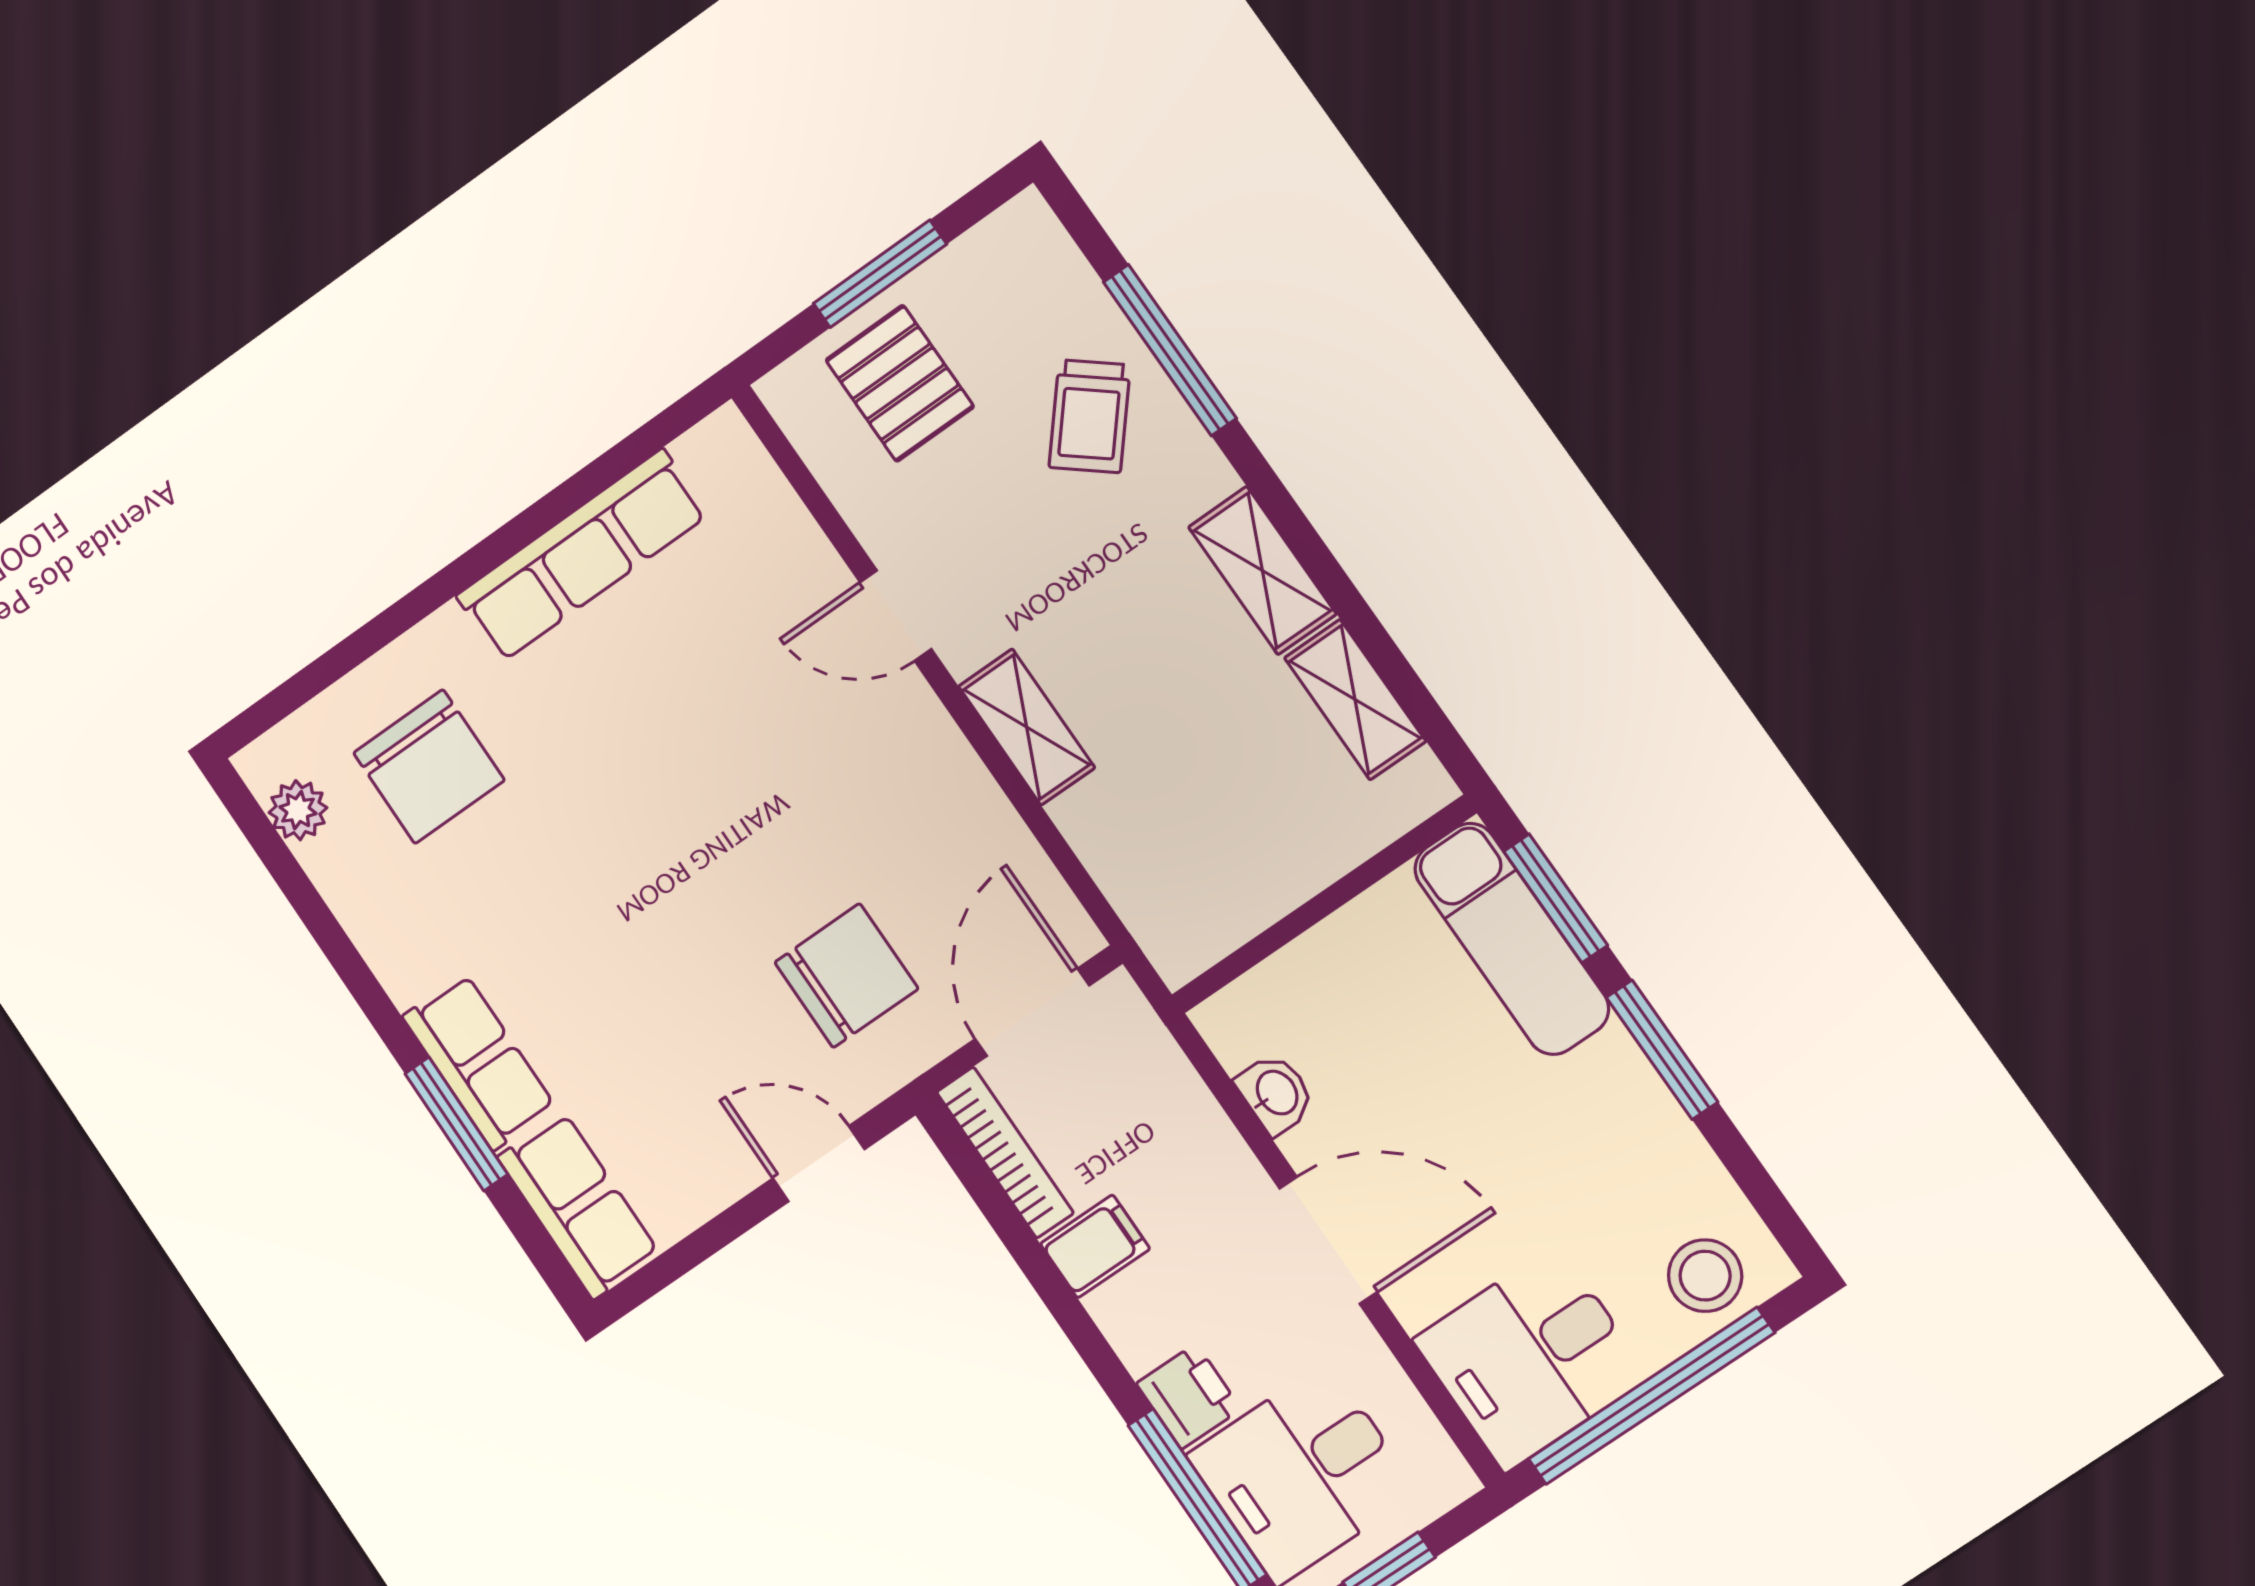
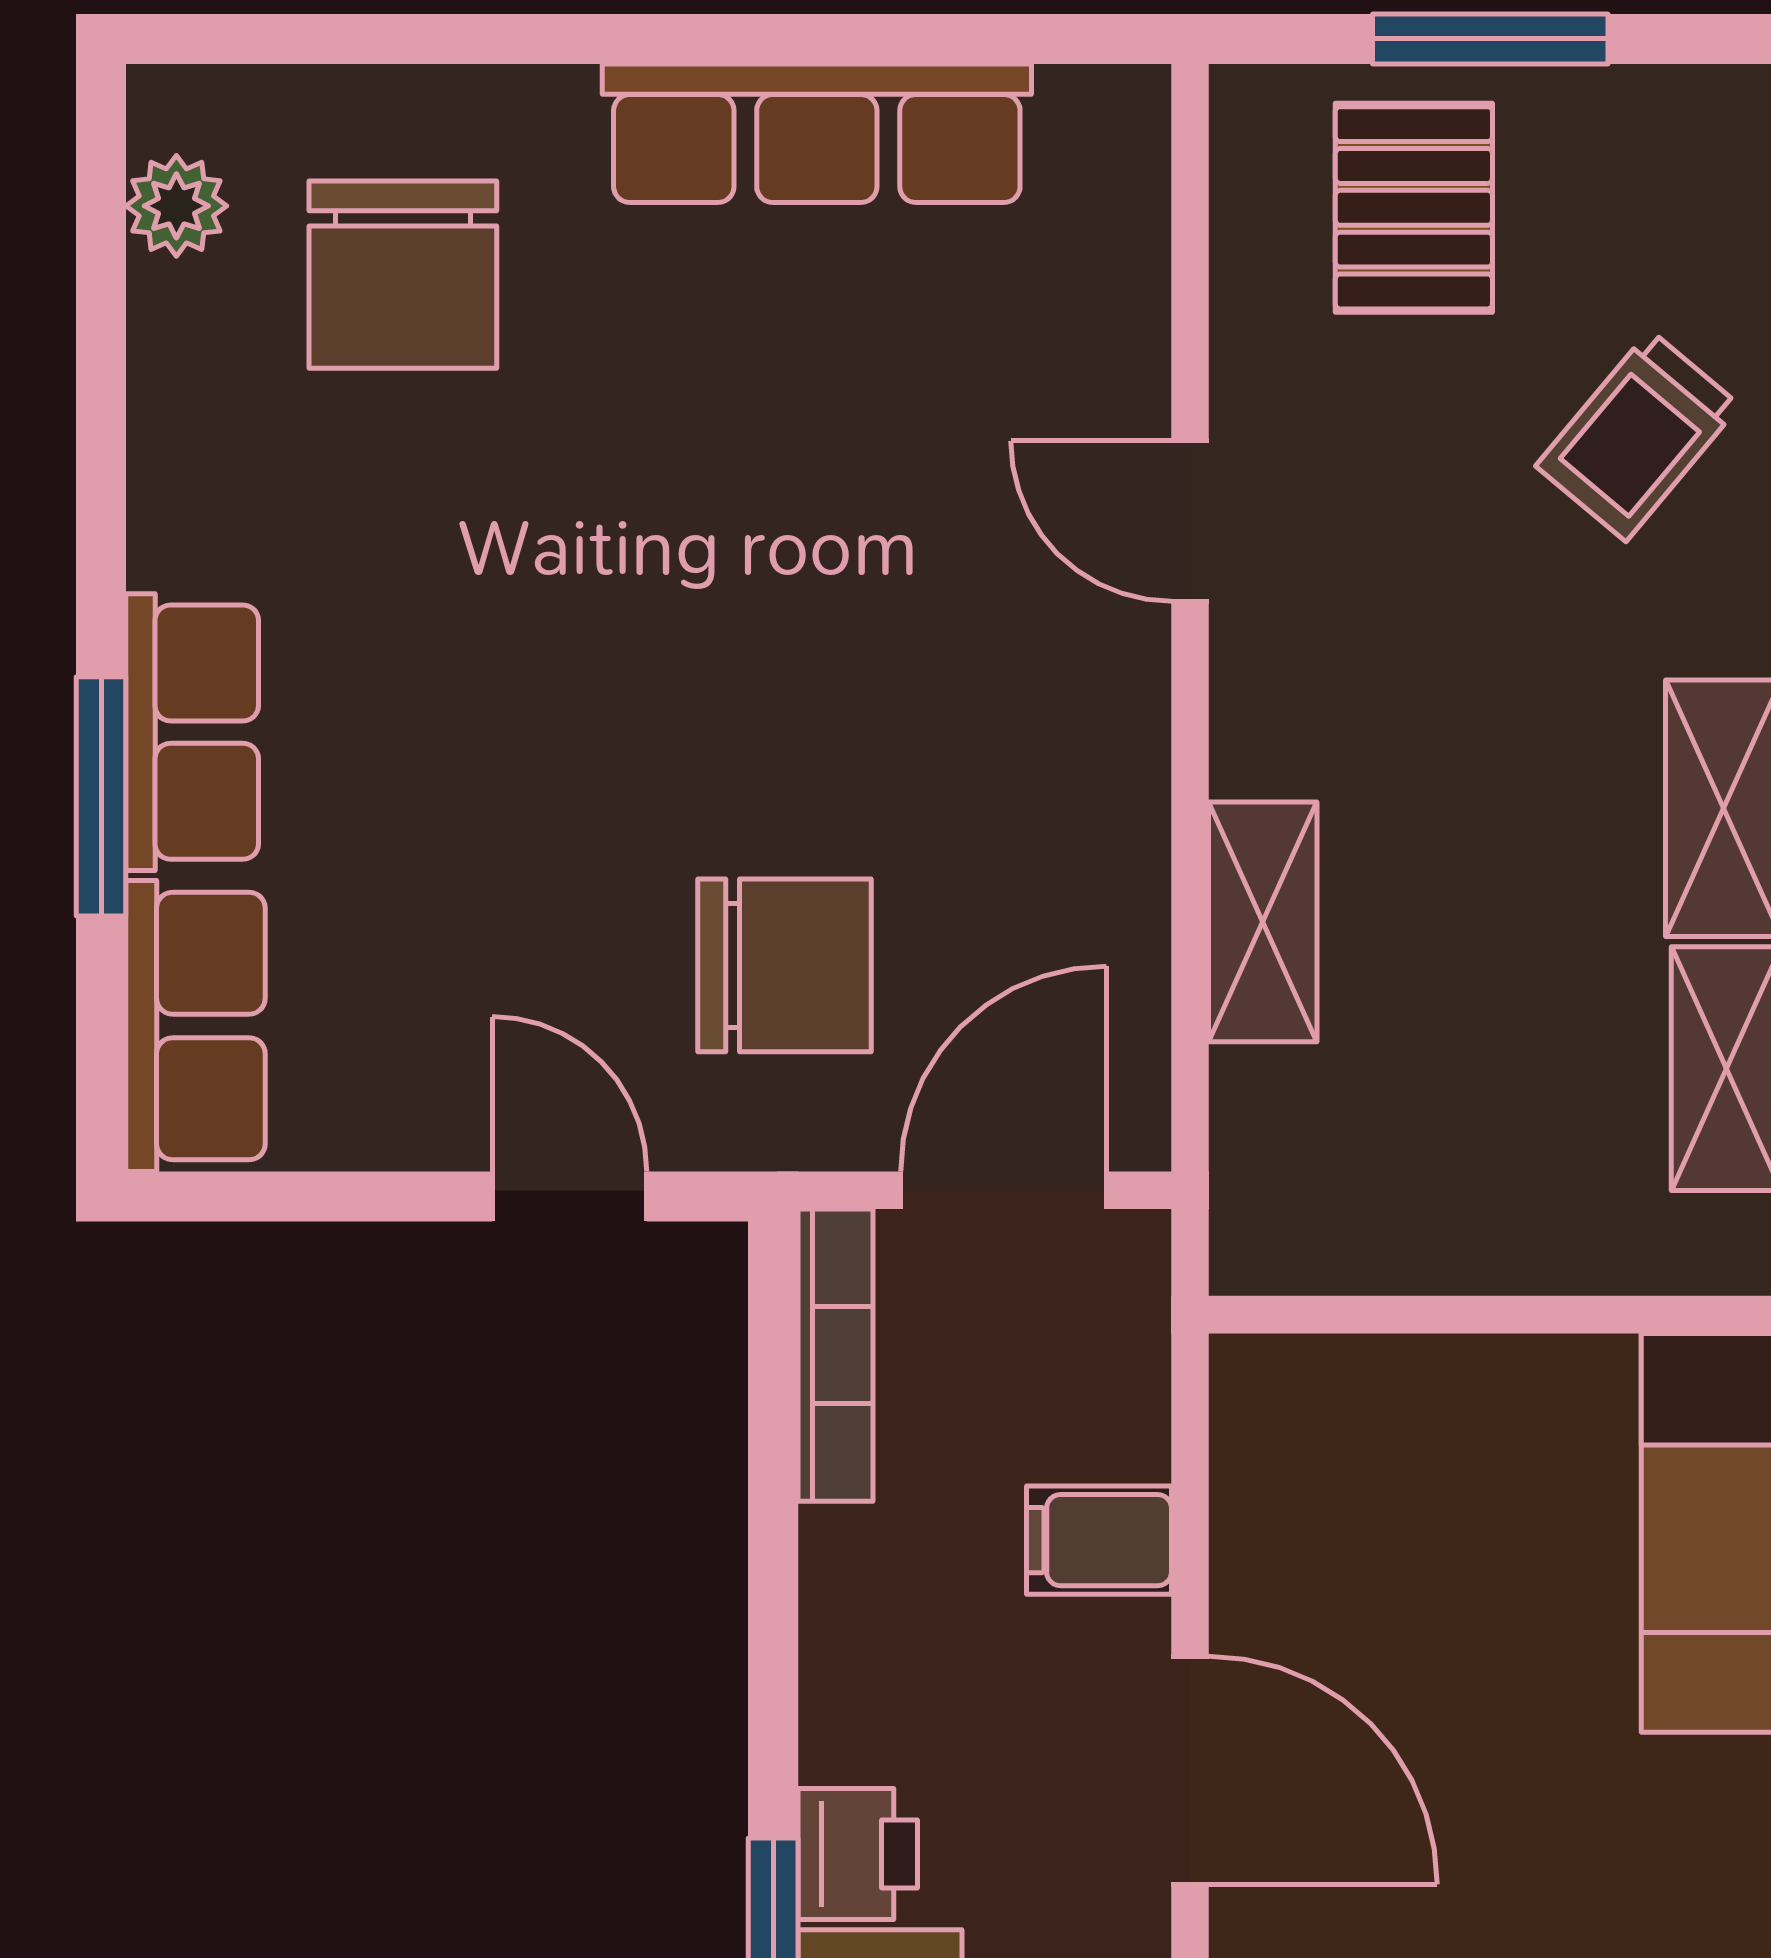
shelving: (1027, 727) -> (1263, 922), moved
washbasin: (1276, 1094) -> (1256, 1525), removed
filing cabinet: (1095, 1246) -> (1099, 1540), moved, turned 180

